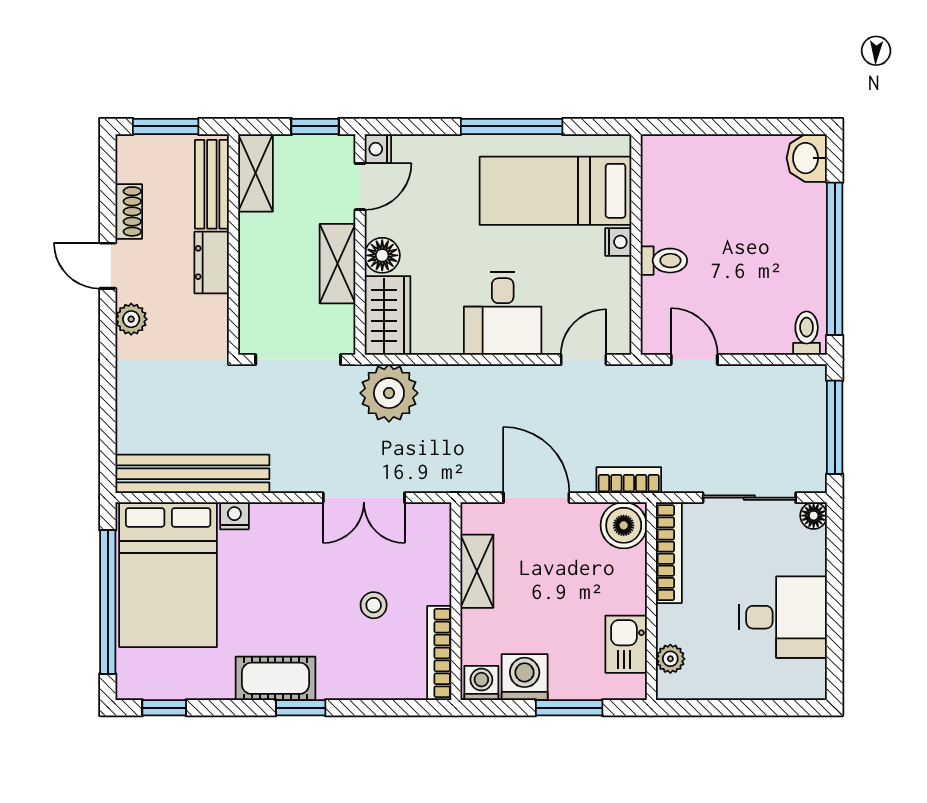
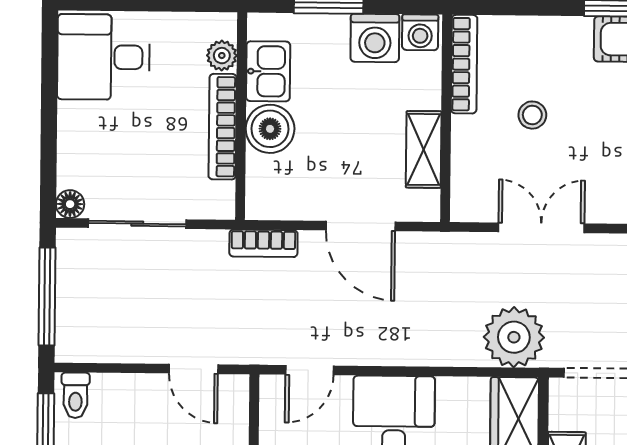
boiler: (624, 525) -> (270, 129), moved
bookcase: (669, 553) -> (223, 127), moved
desk: (783, 617) -> (104, 57), moved

